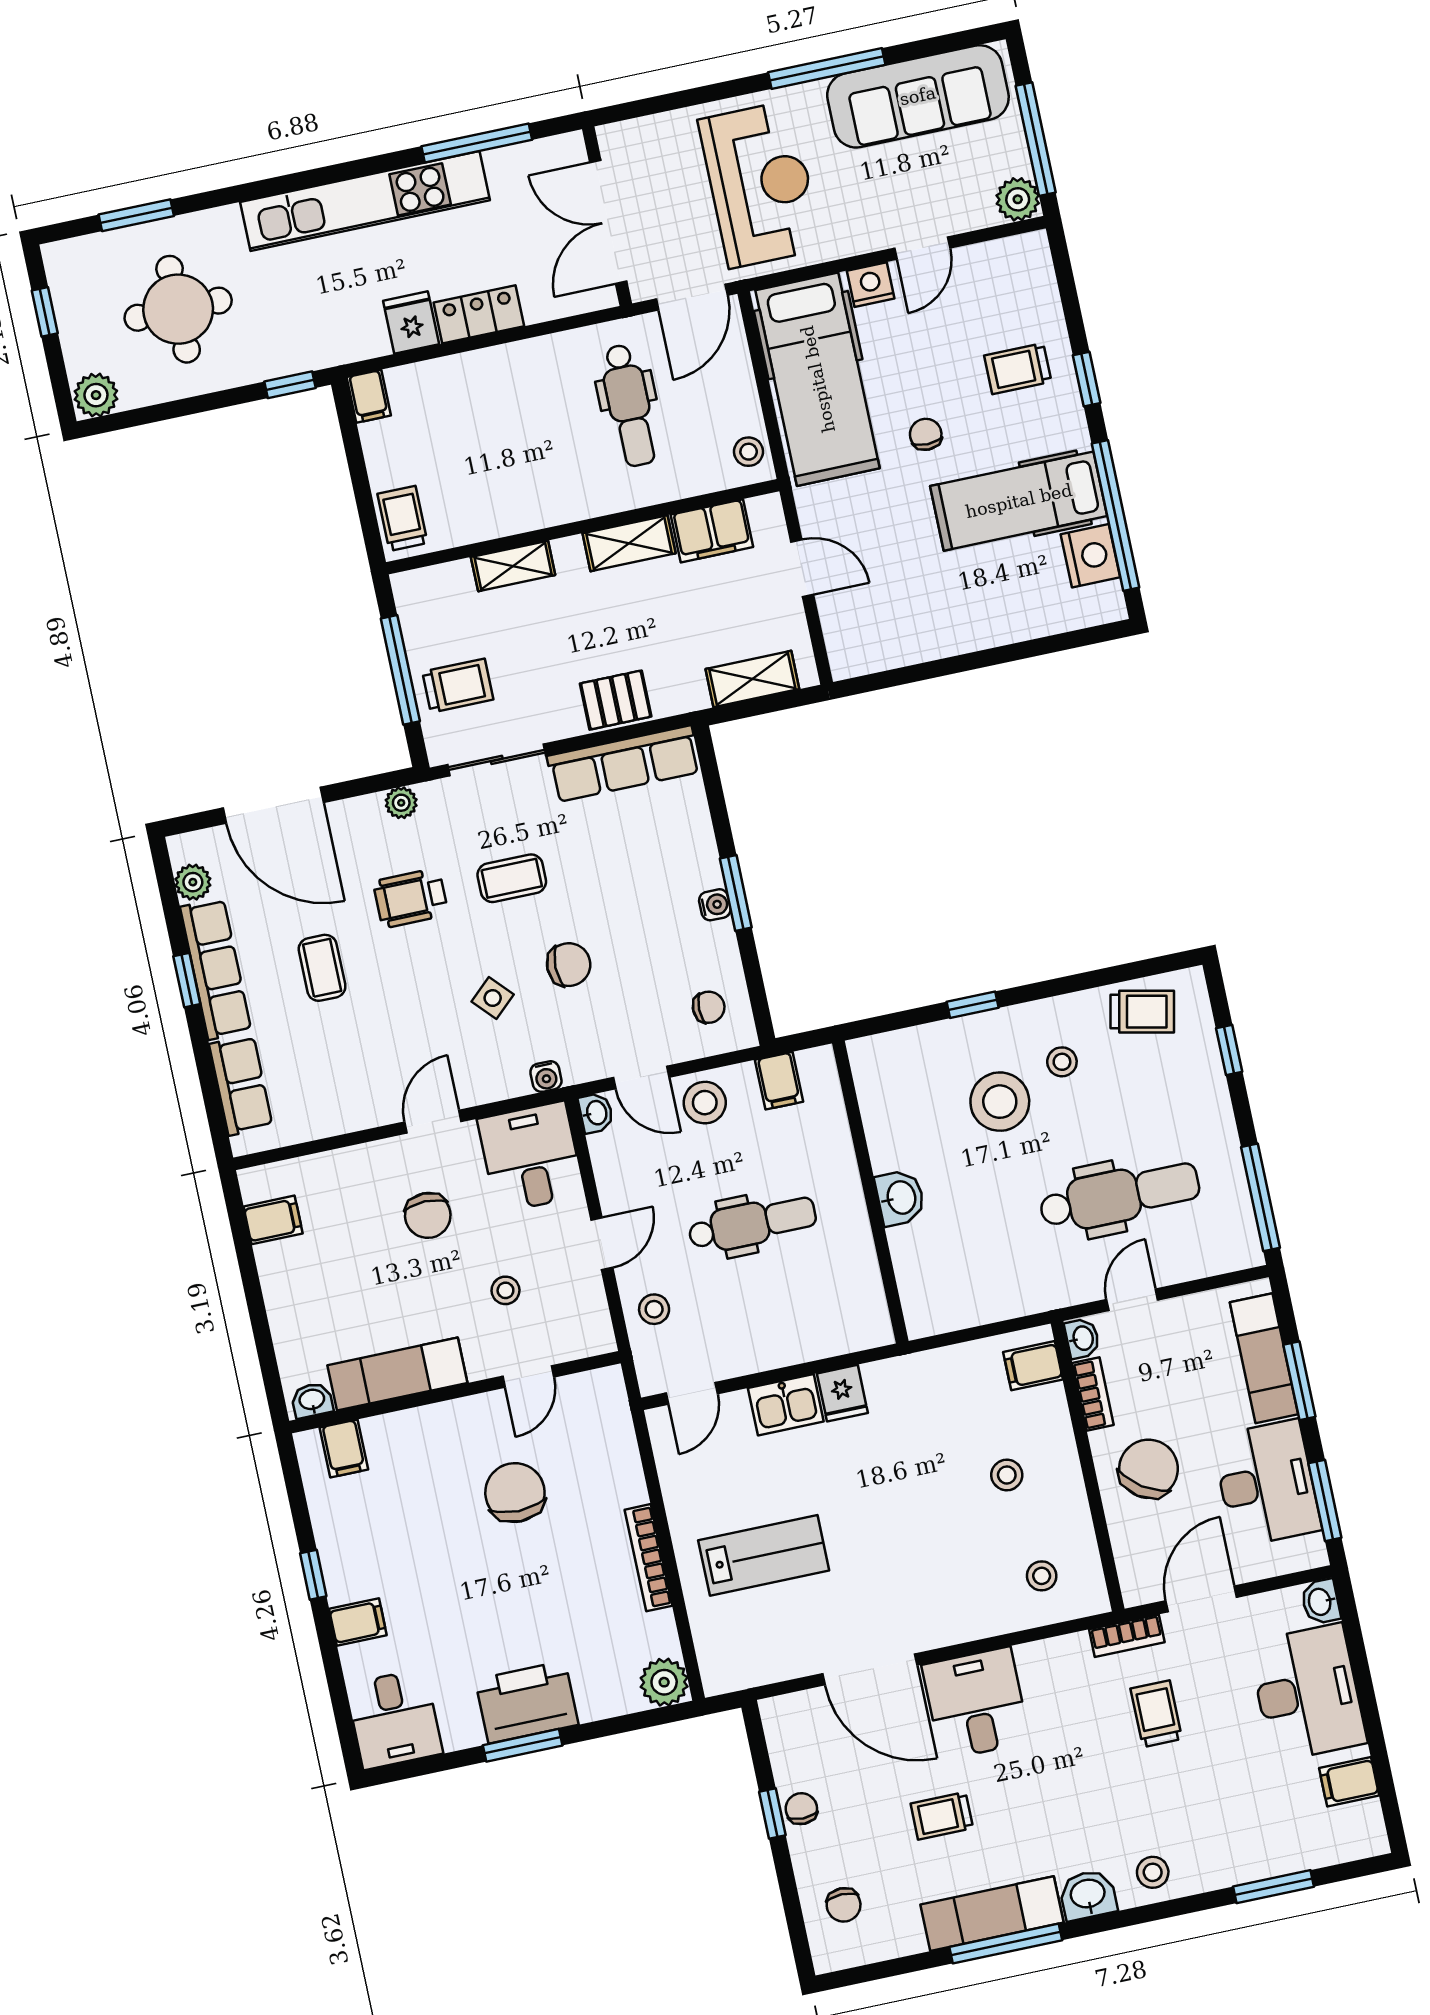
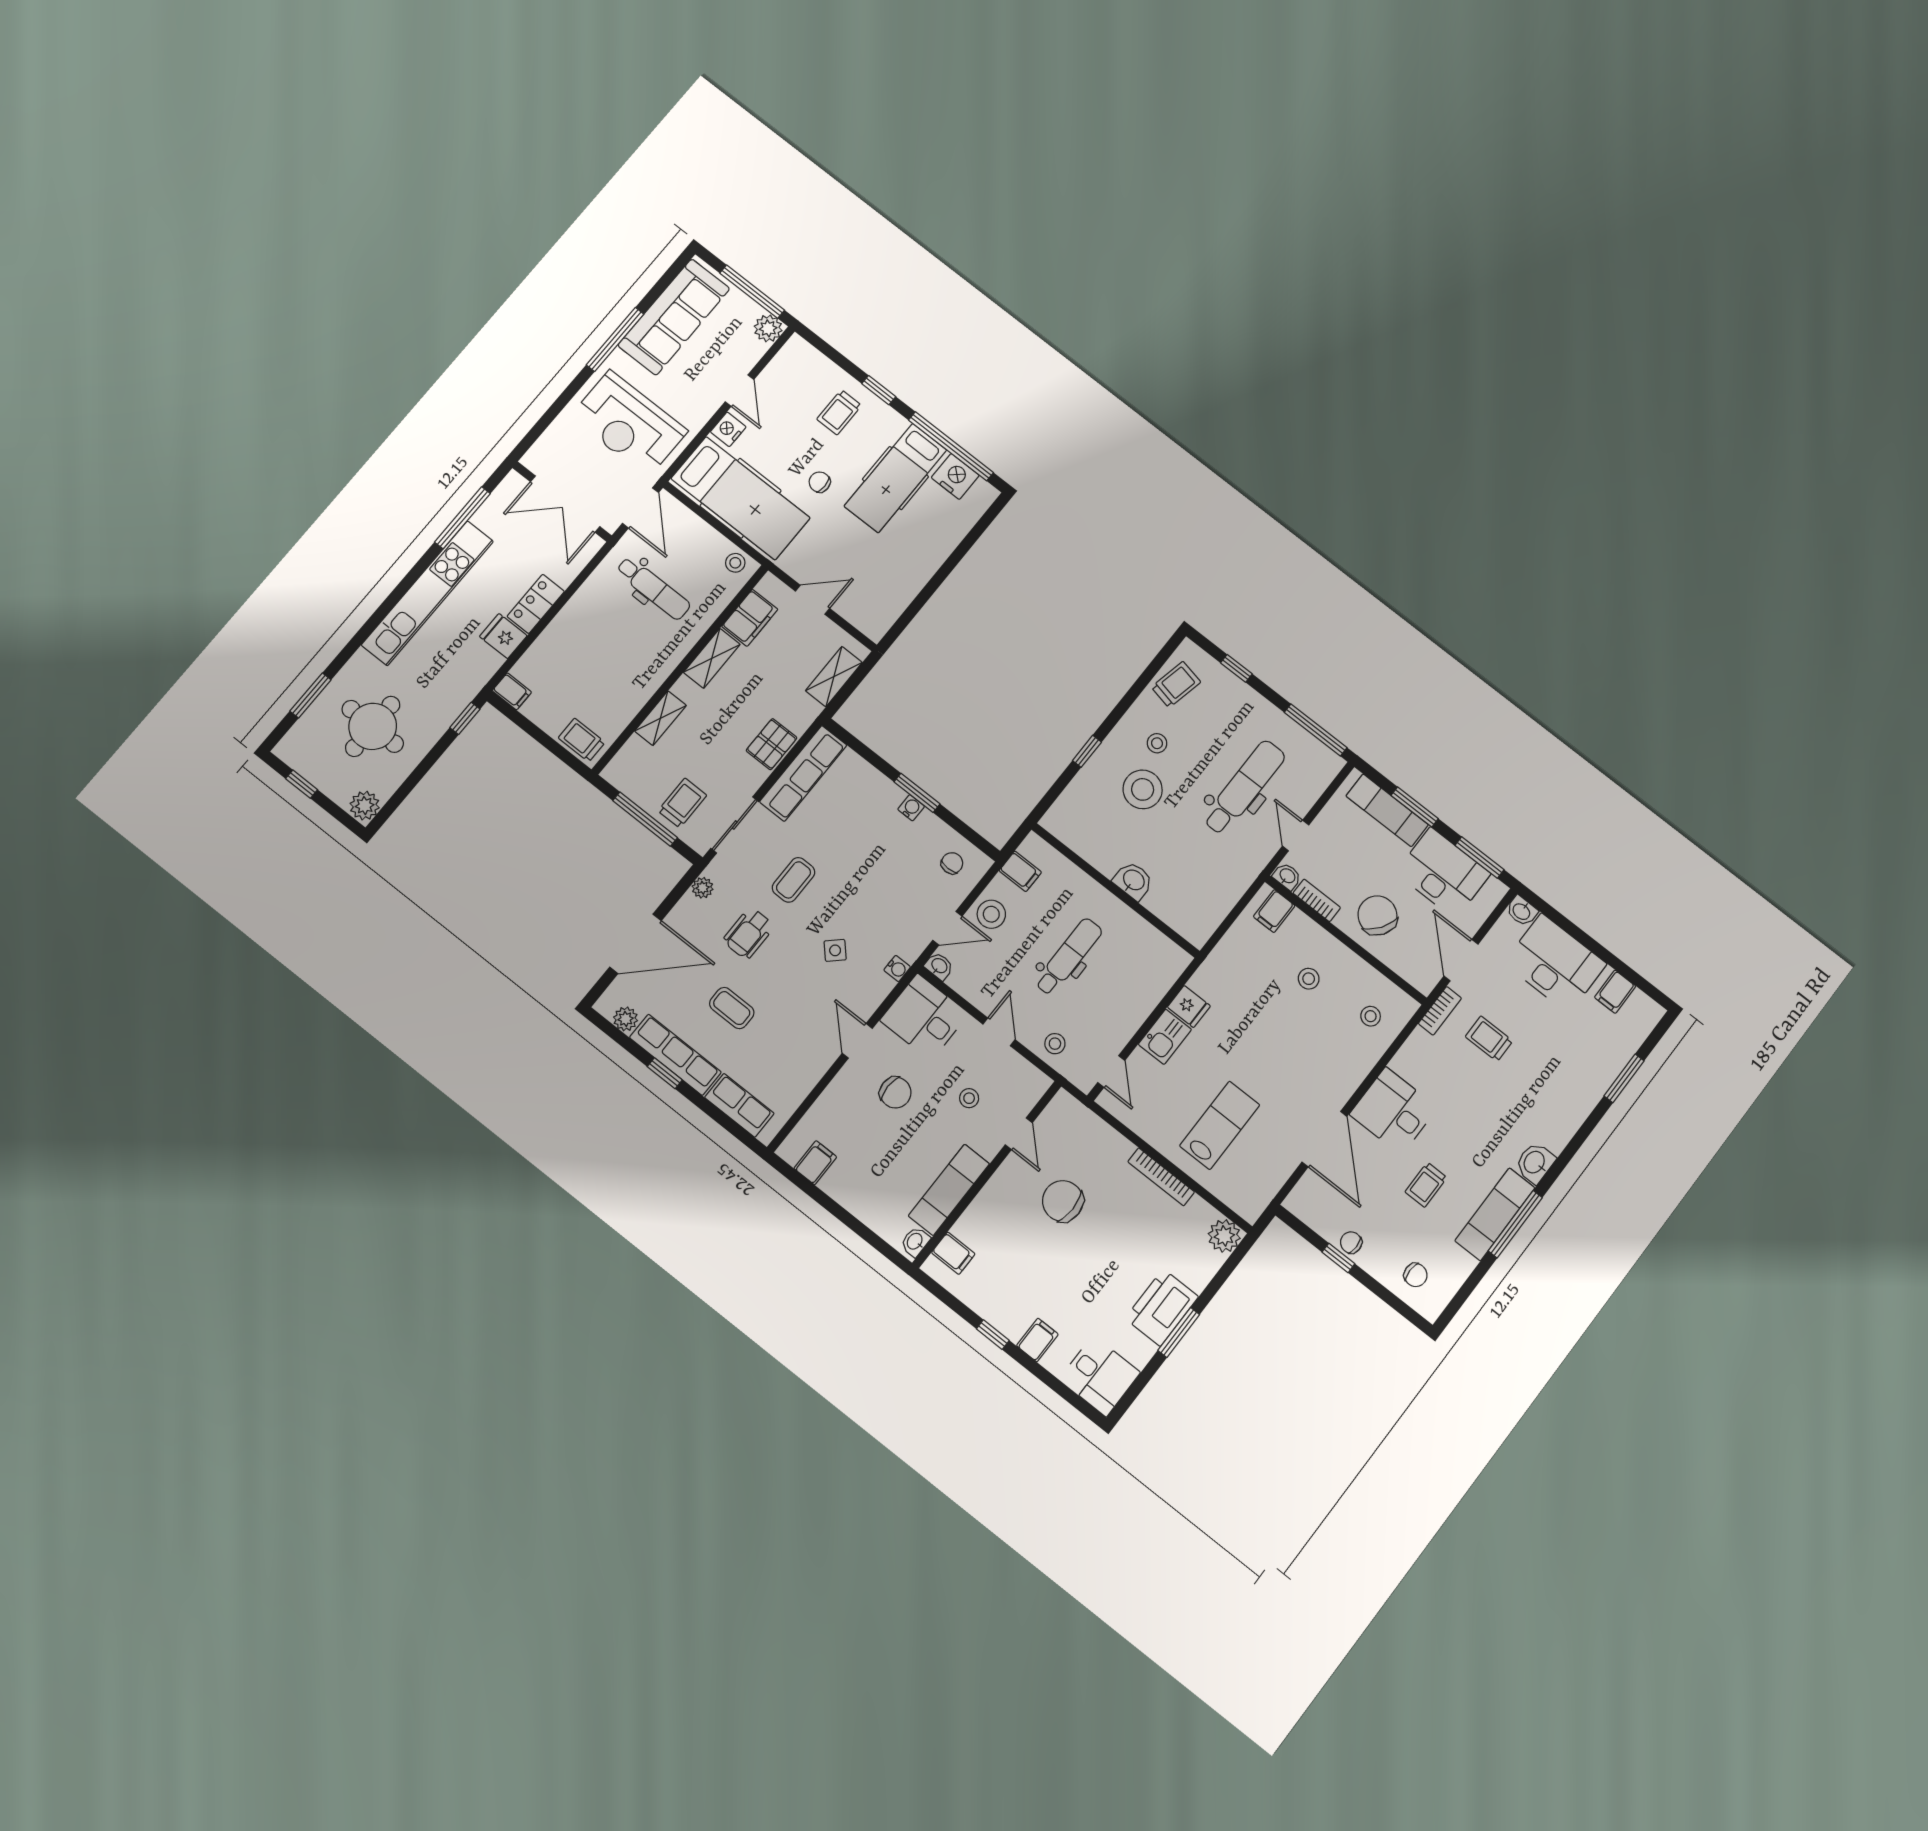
reception desk: (760, 184) -> (629, 424), turned 180
chair: (569, 965) -> (861, 901), removed
door: (870, 1669) -> (1324, 1139), hinge flipped
stool: (1153, 1872) -> (1557, 1123), removed

